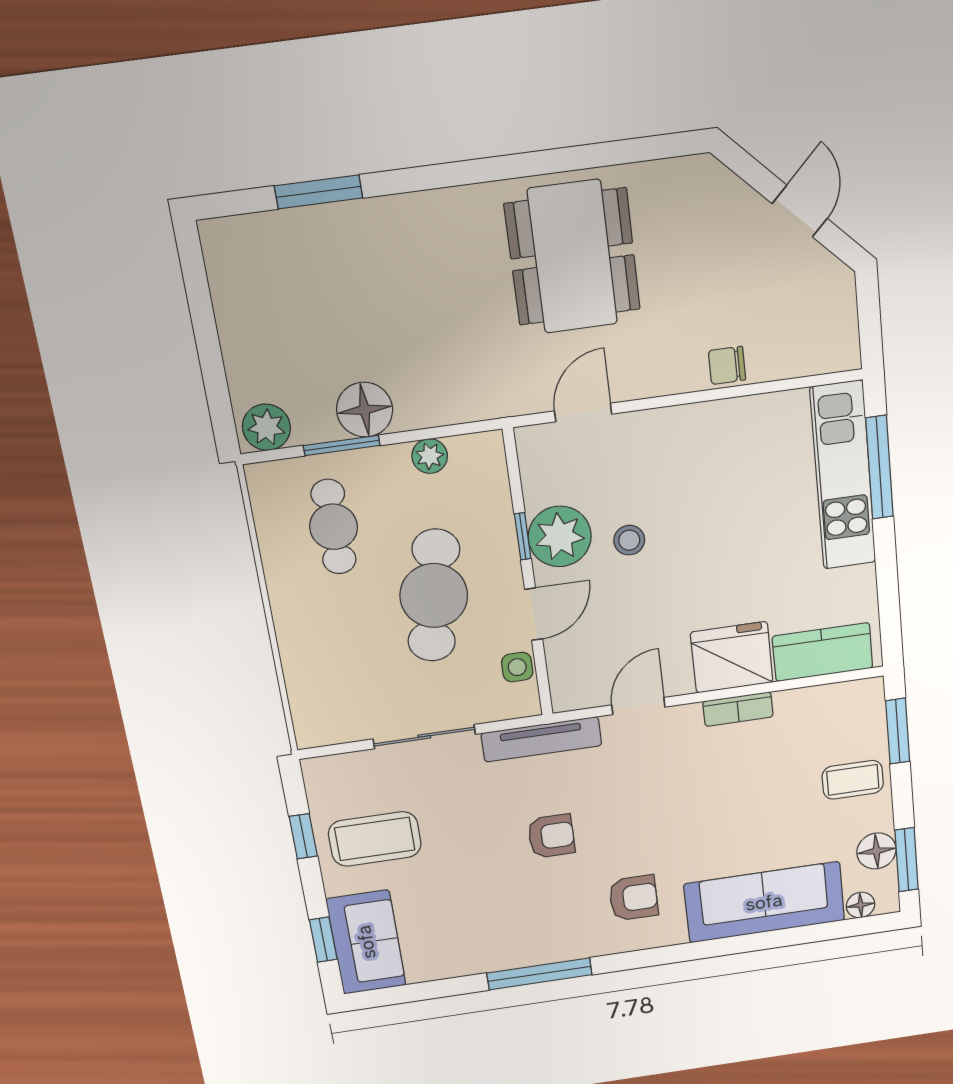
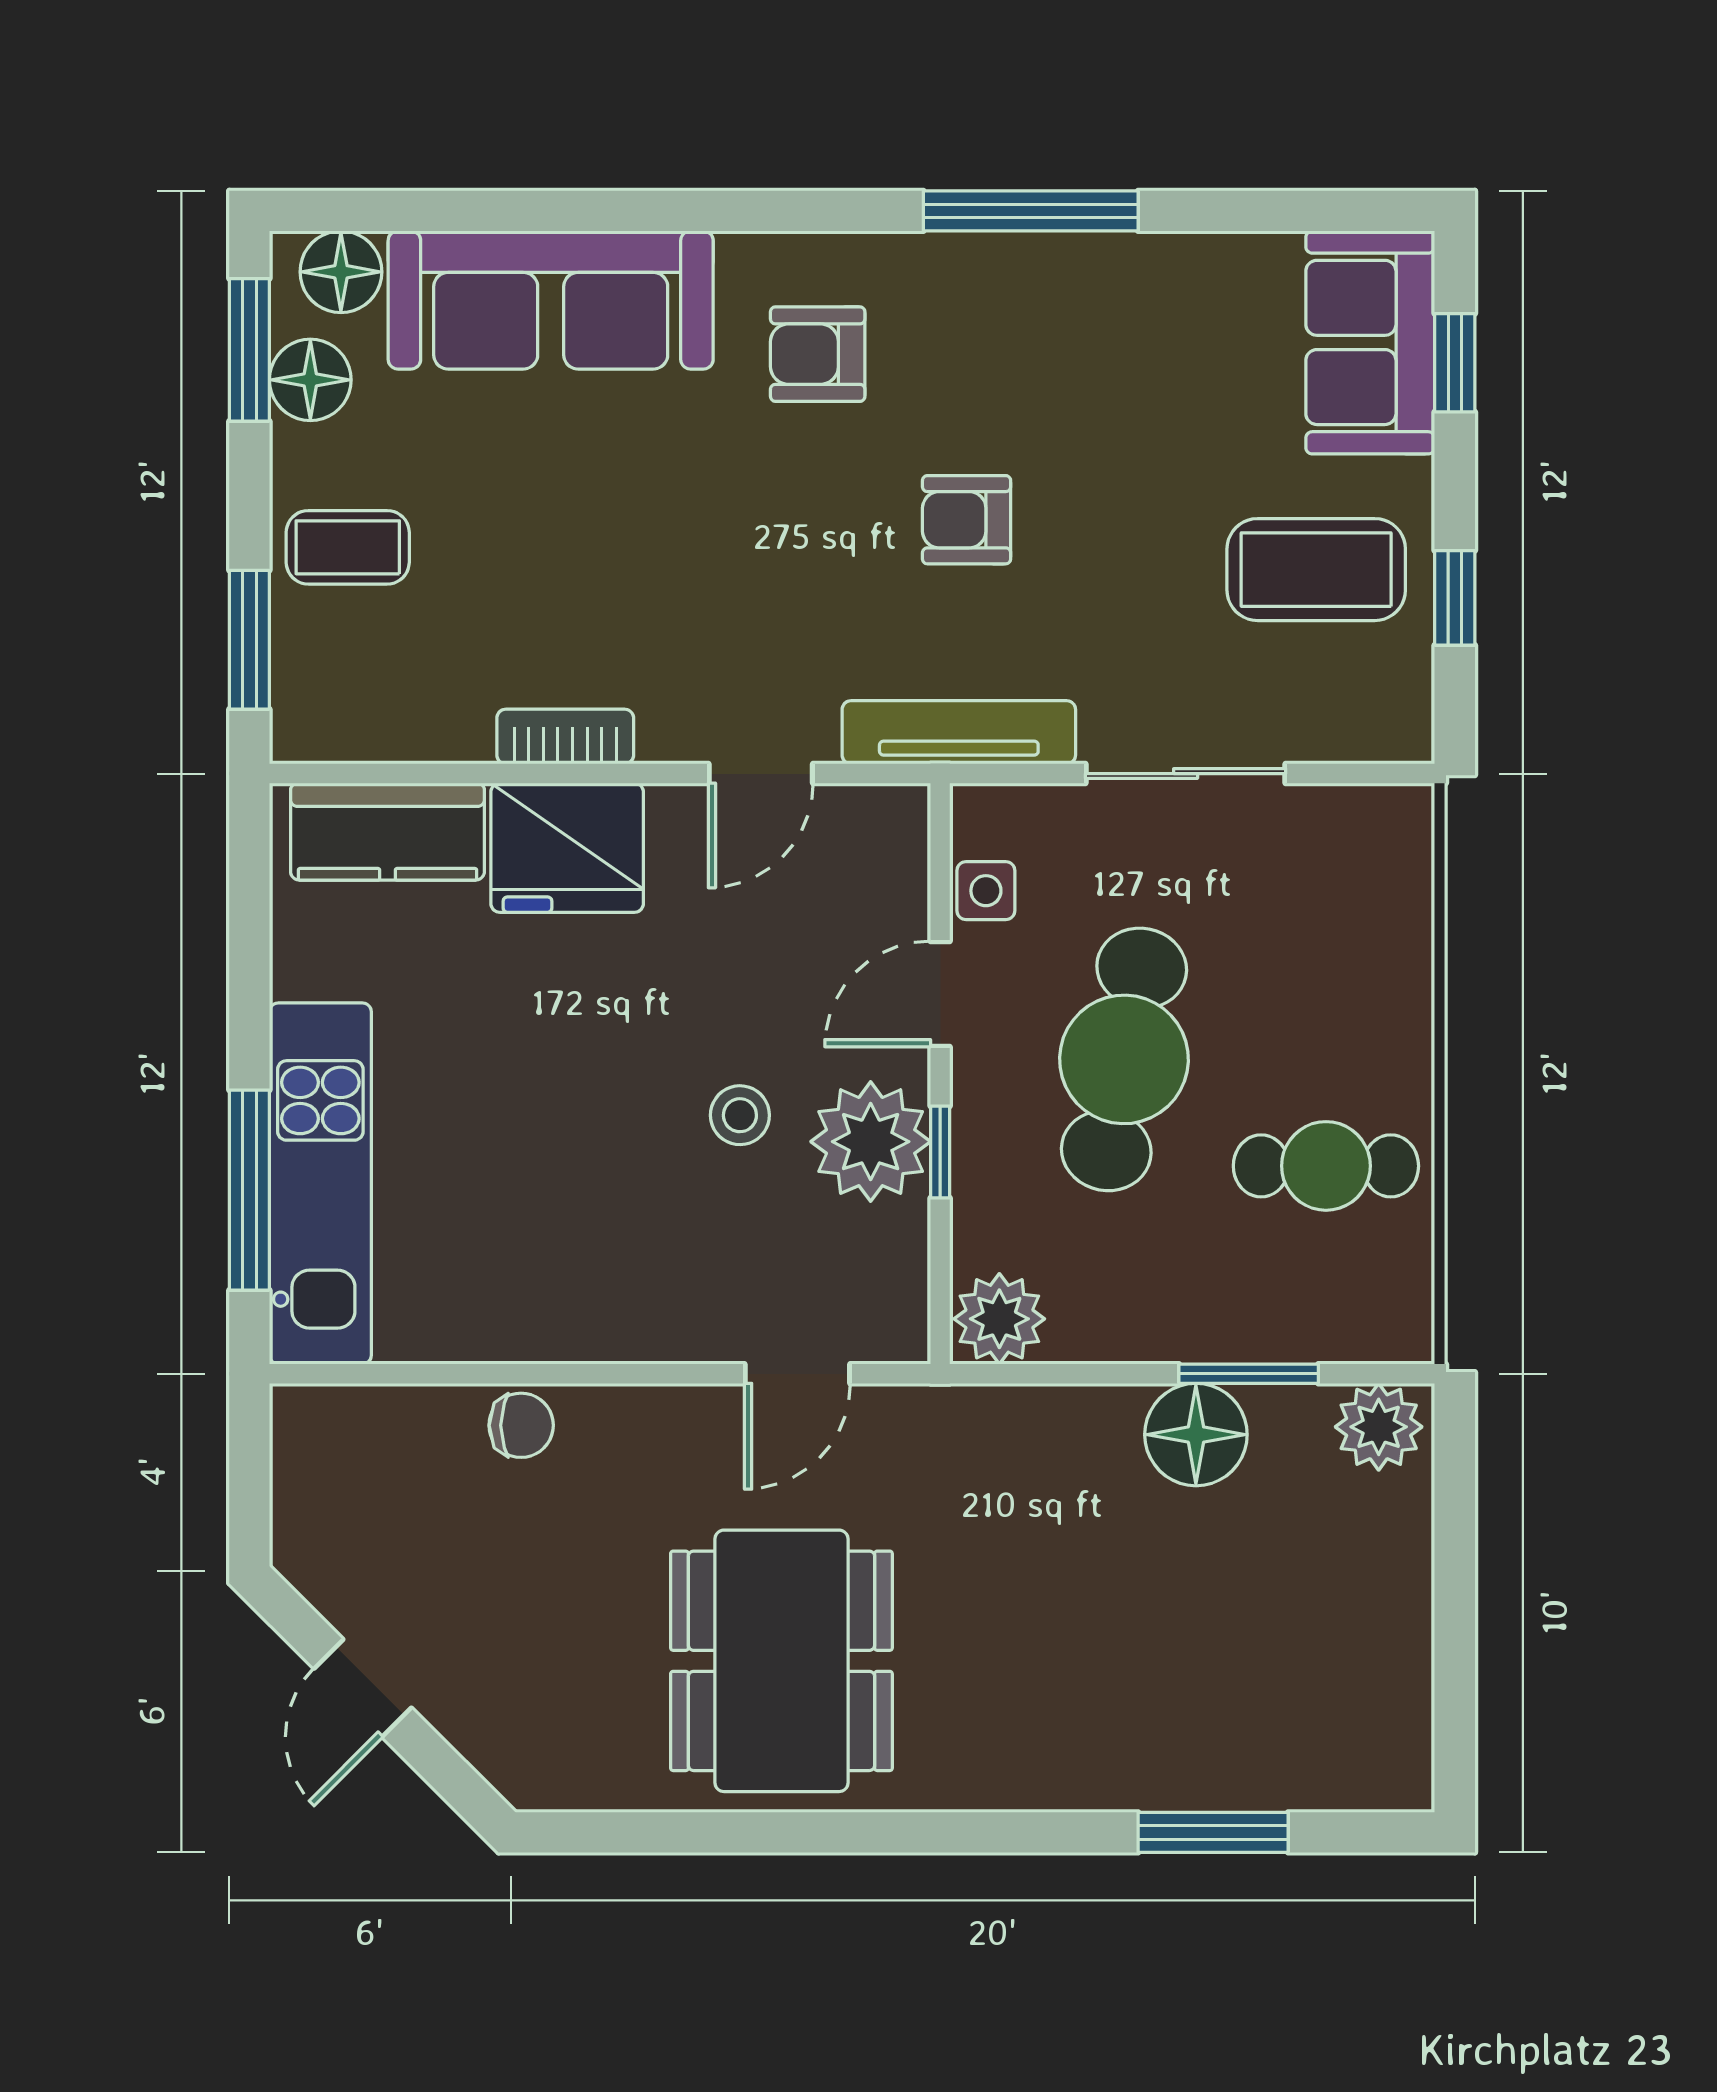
plant: (430, 456) -> (999, 1319), moved, width x1.38, depth x1.38
cafe table: (334, 527) -> (1326, 1166), moved, turned 90
floor lamp: (861, 905) -> (341, 272), width x1.37, depth x1.37

